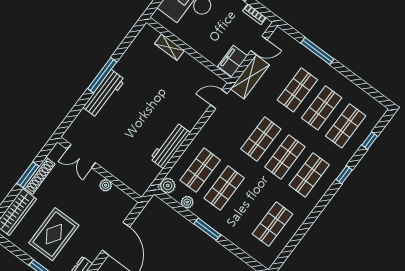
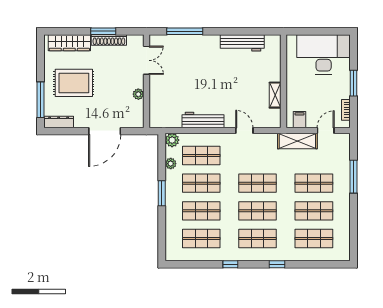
door: (259, 45) -> (326, 130), swing flipped
shelving: (169, 47) -> (275, 95), moved
filing cabinet: (233, 61) -> (299, 120), width x0.50
window: (102, 75) -> (185, 31), moved
workbench: (104, 94) -> (242, 43), moved
door: (219, 99) -> (244, 130), moved
window: (370, 141) -> (230, 264), moved
double door: (81, 156) -> (146, 60), swing flipped
shop shelf: (248, 206) -> (201, 211), added

